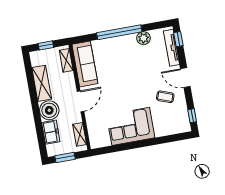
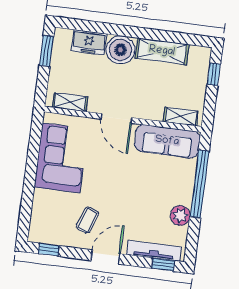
shelving: (66, 60) -> (181, 117), moved
sofa: (85, 64) -> (167, 141), moved
wall: (80, 97) -> (123, 119), moved
door: (80, 101) -> (116, 118), moved
shelving: (80, 134) -> (70, 102), moved

